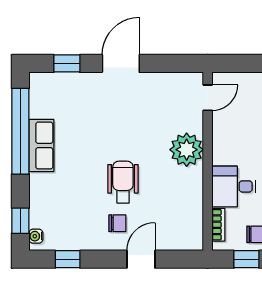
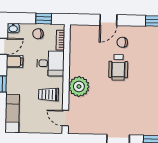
door: (208, 98) -> (65, 118), hinge flipped
trolley: (236, 136) -> (48, 95), added

